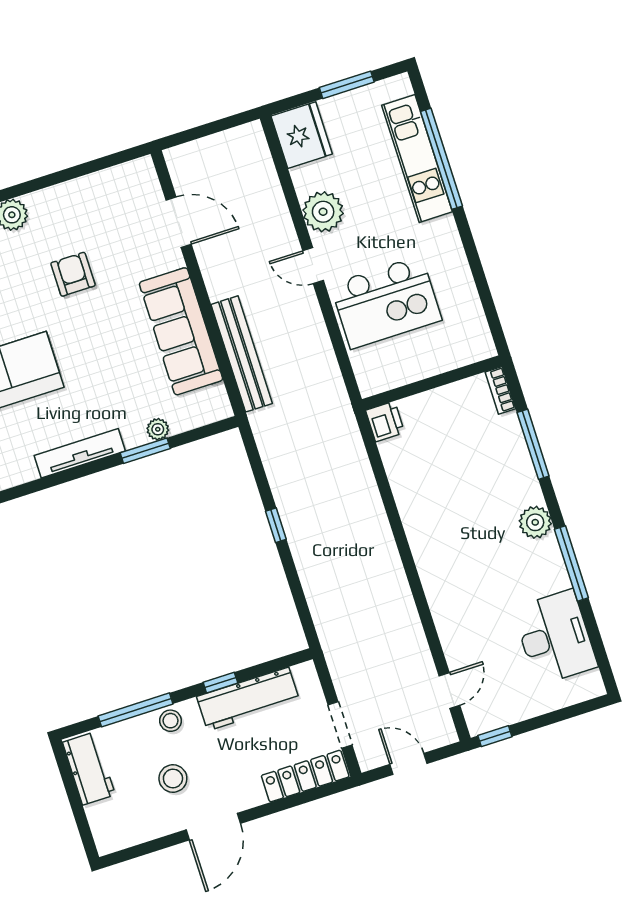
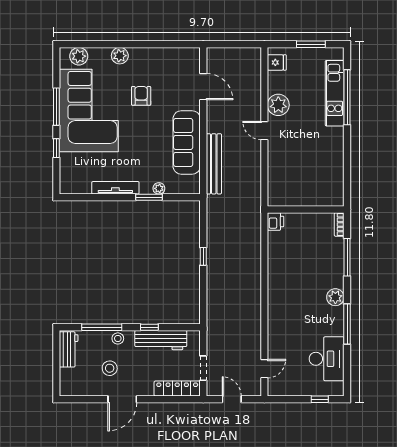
fridge: (302, 135) -> (277, 62), width x0.53, depth x0.75
kitchen island: (386, 302) -> (296, 161), removed
window: (495, 736) -> (320, 399), moved

